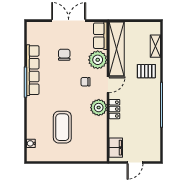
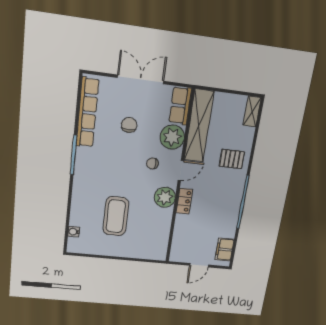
shelving: (155, 46) -> (252, 111), moved
row of seats: (33, 70) -> (87, 113), moved
filing cabinet: (116, 148) -> (225, 249), moved, turned 180

